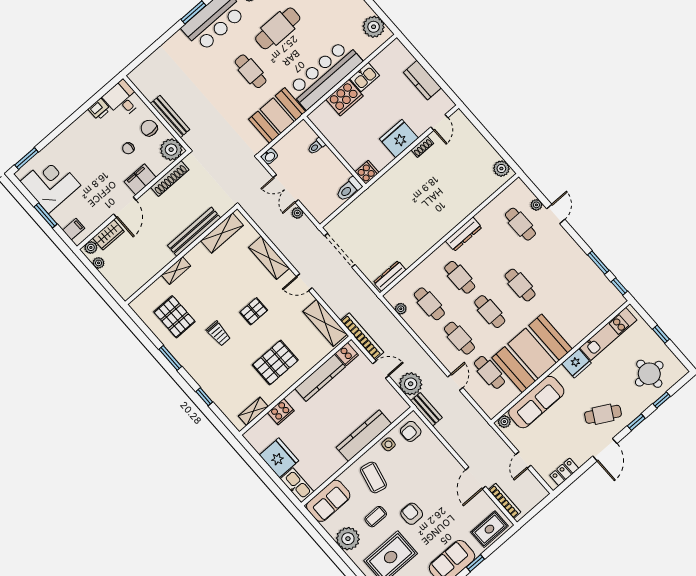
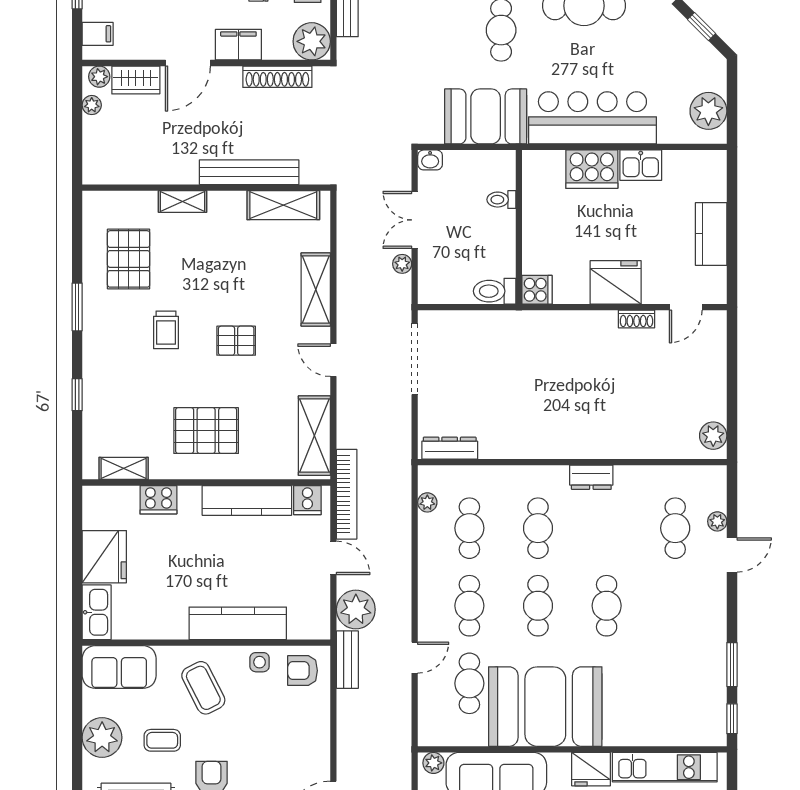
dresser: (464, 234) -> (591, 477), width x0.70
coffee table: (374, 477) -> (203, 688), turned -40

